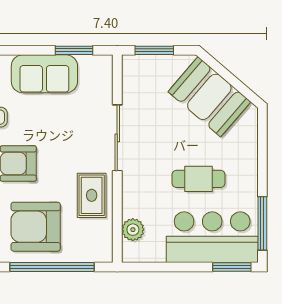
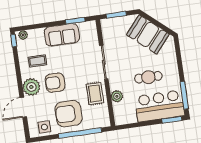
plant: (133, 230) -> (117, 96), moved

